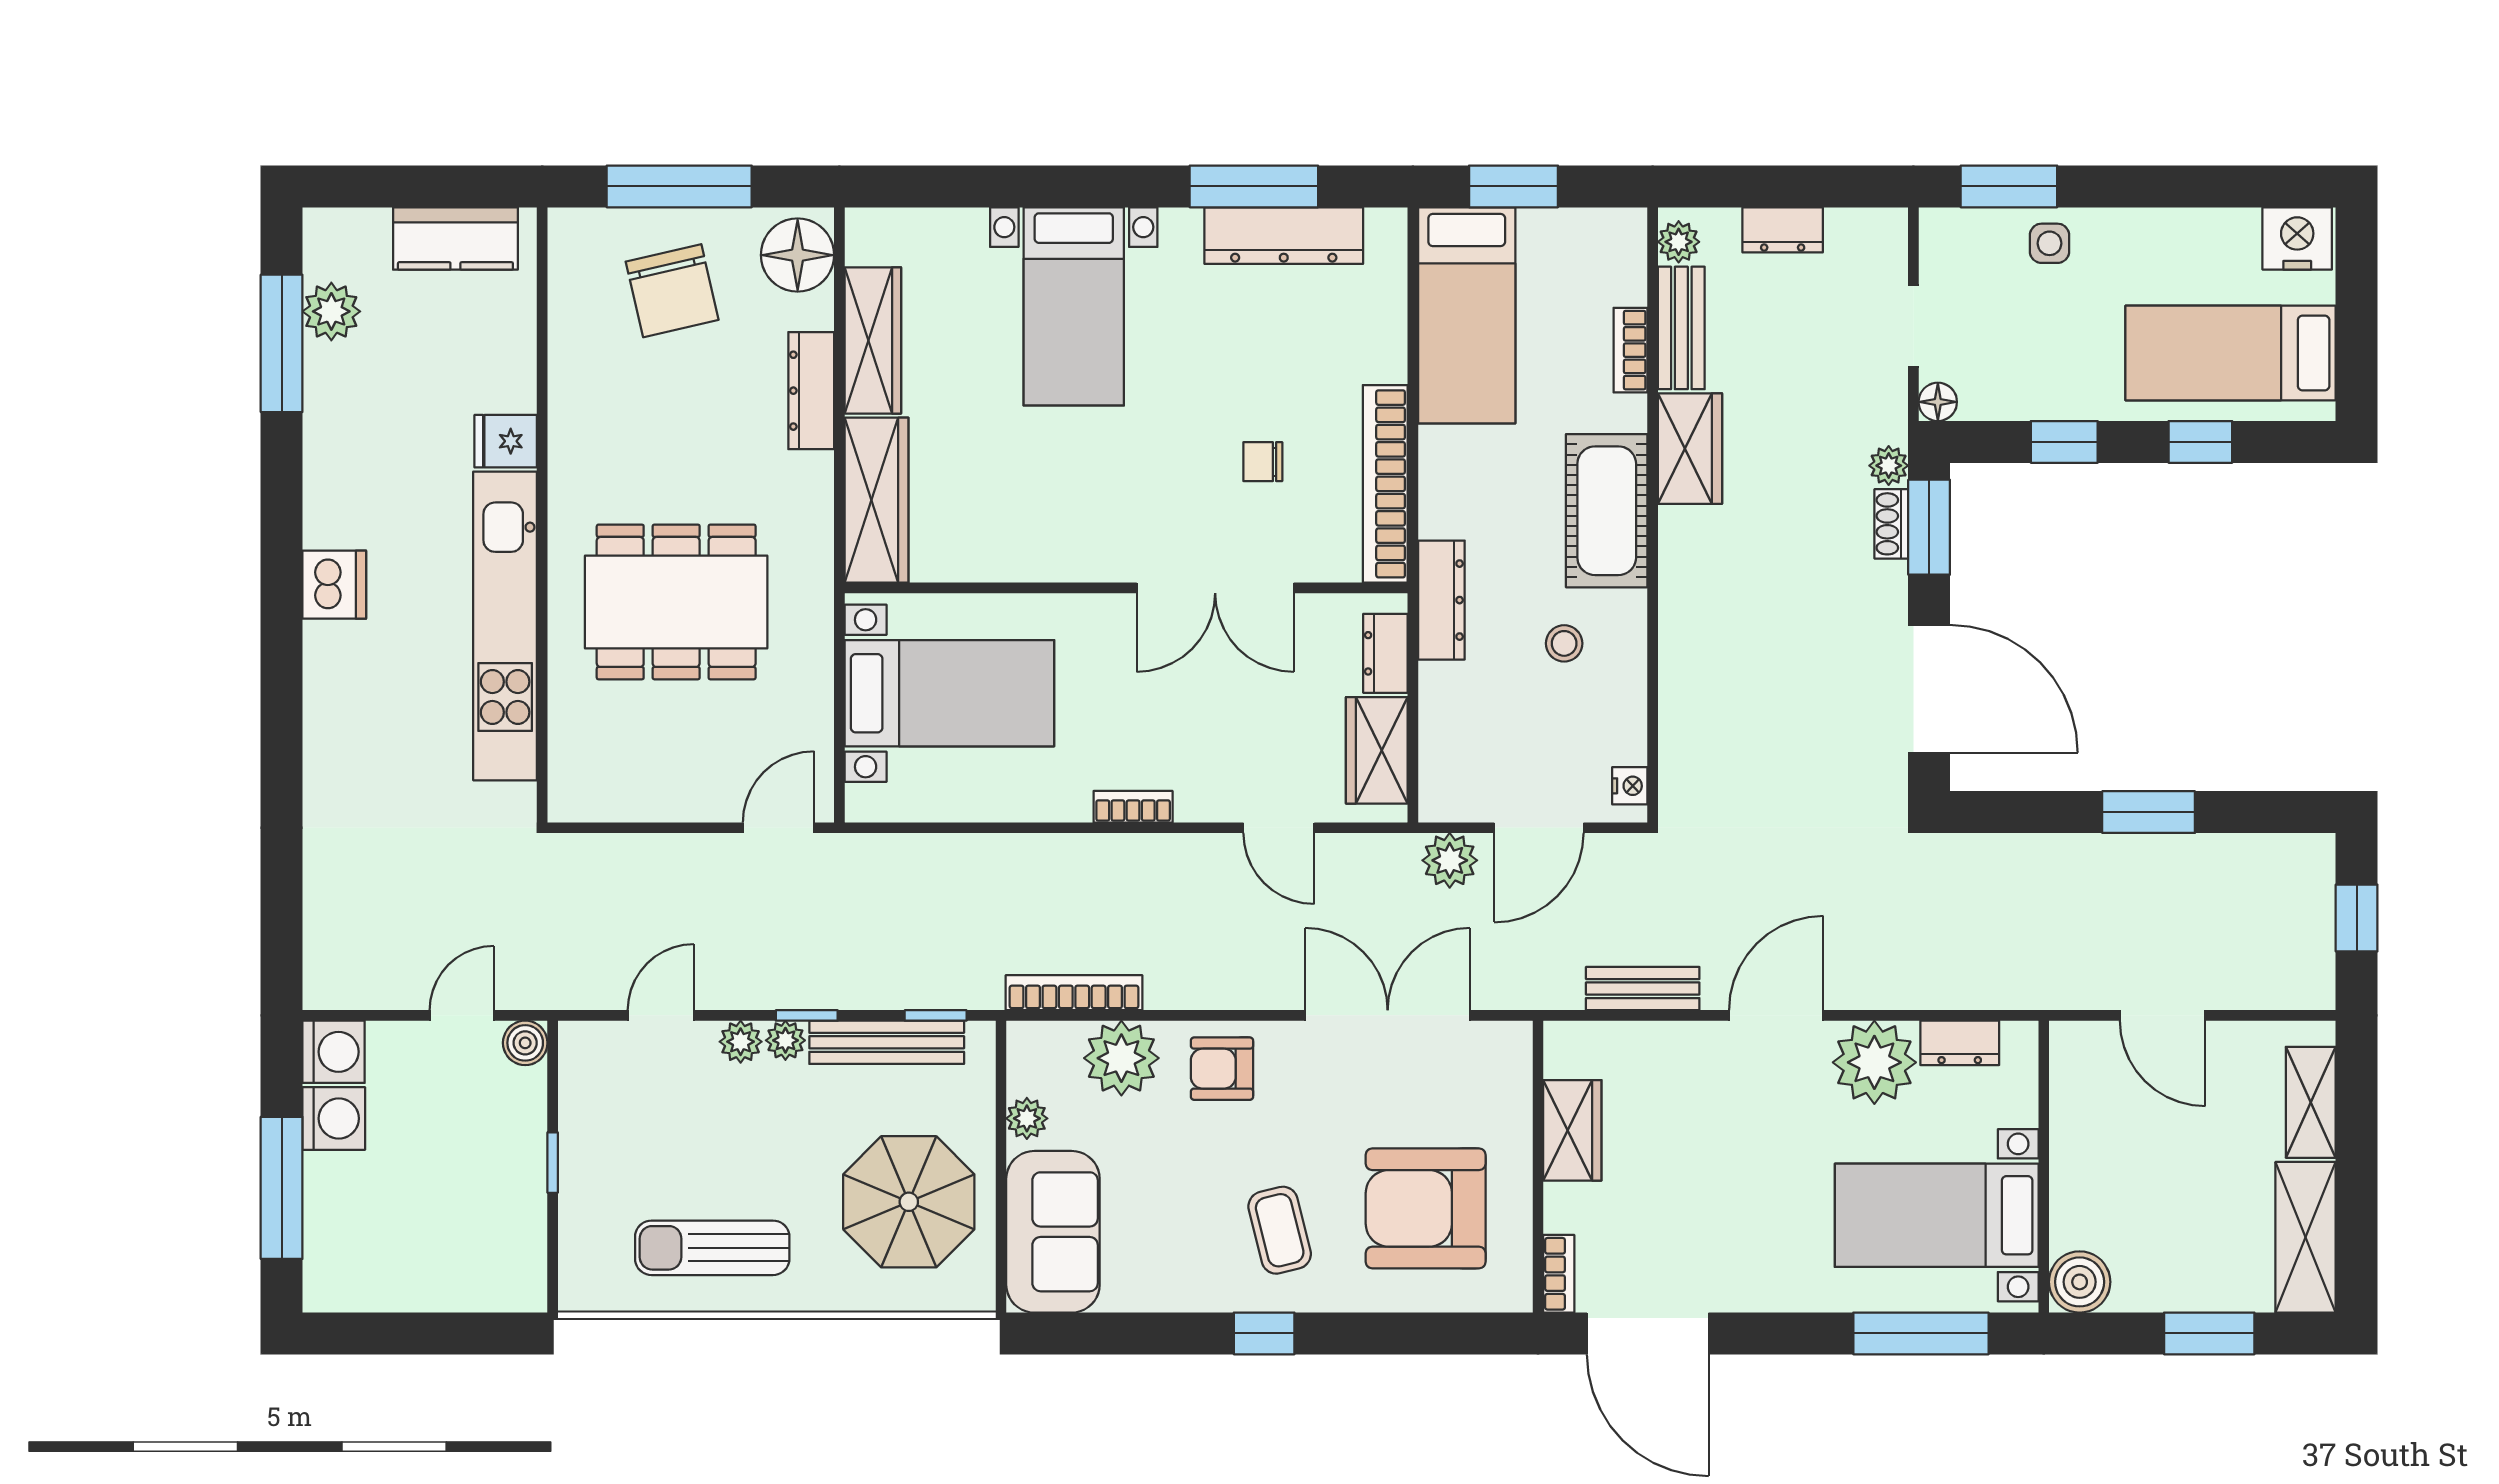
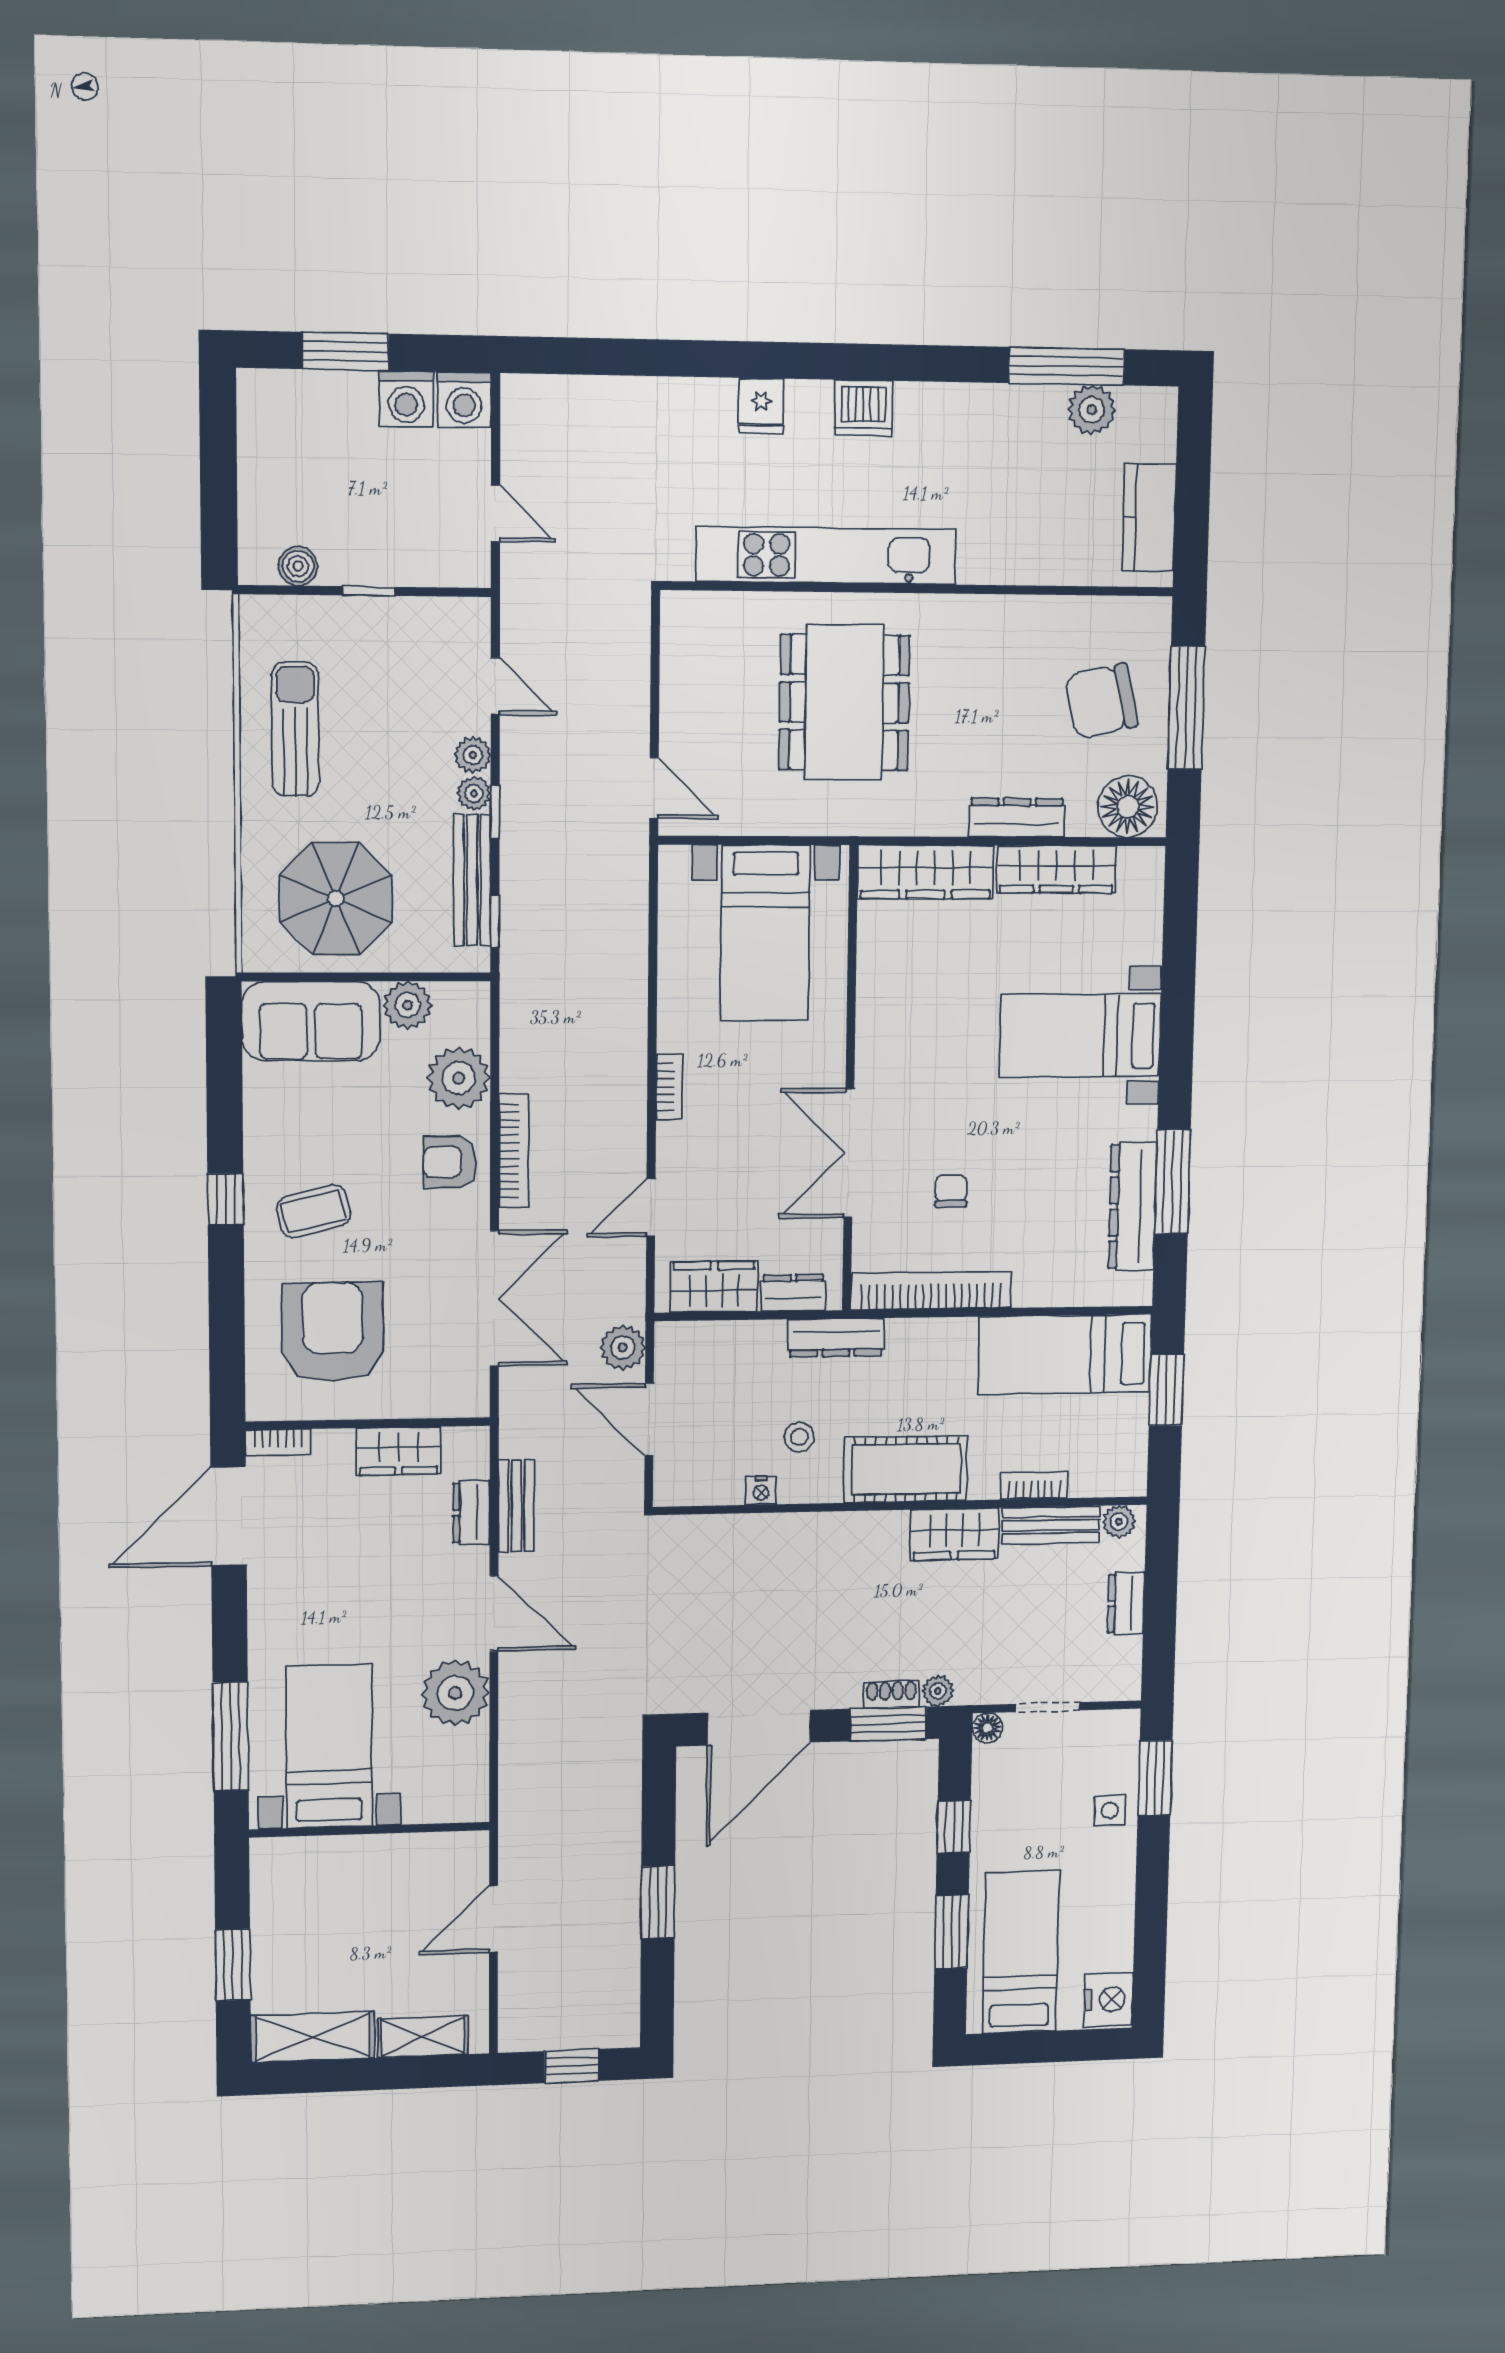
fridge: (506, 441) -> (761, 406), moved, turned 180
window: (2200, 442) -> (952, 1932), width x1.50
nightstand: (1630, 786) -> (761, 1490), moved
bookcase: (1074, 993) -> (514, 1151), moved
boiler: (525, 1043) -> (298, 566), moved
dresser: (1960, 1043) -> (471, 1512), moved
armchair: (1222, 1069) -> (450, 1162), turned -90
plant: (1027, 1118) -> (408, 1005), width x1.38, depth x1.38
window: (282, 1188) -> (345, 351), width x0.69
boiler: (2080, 1282) -> (275, 1861), removed

